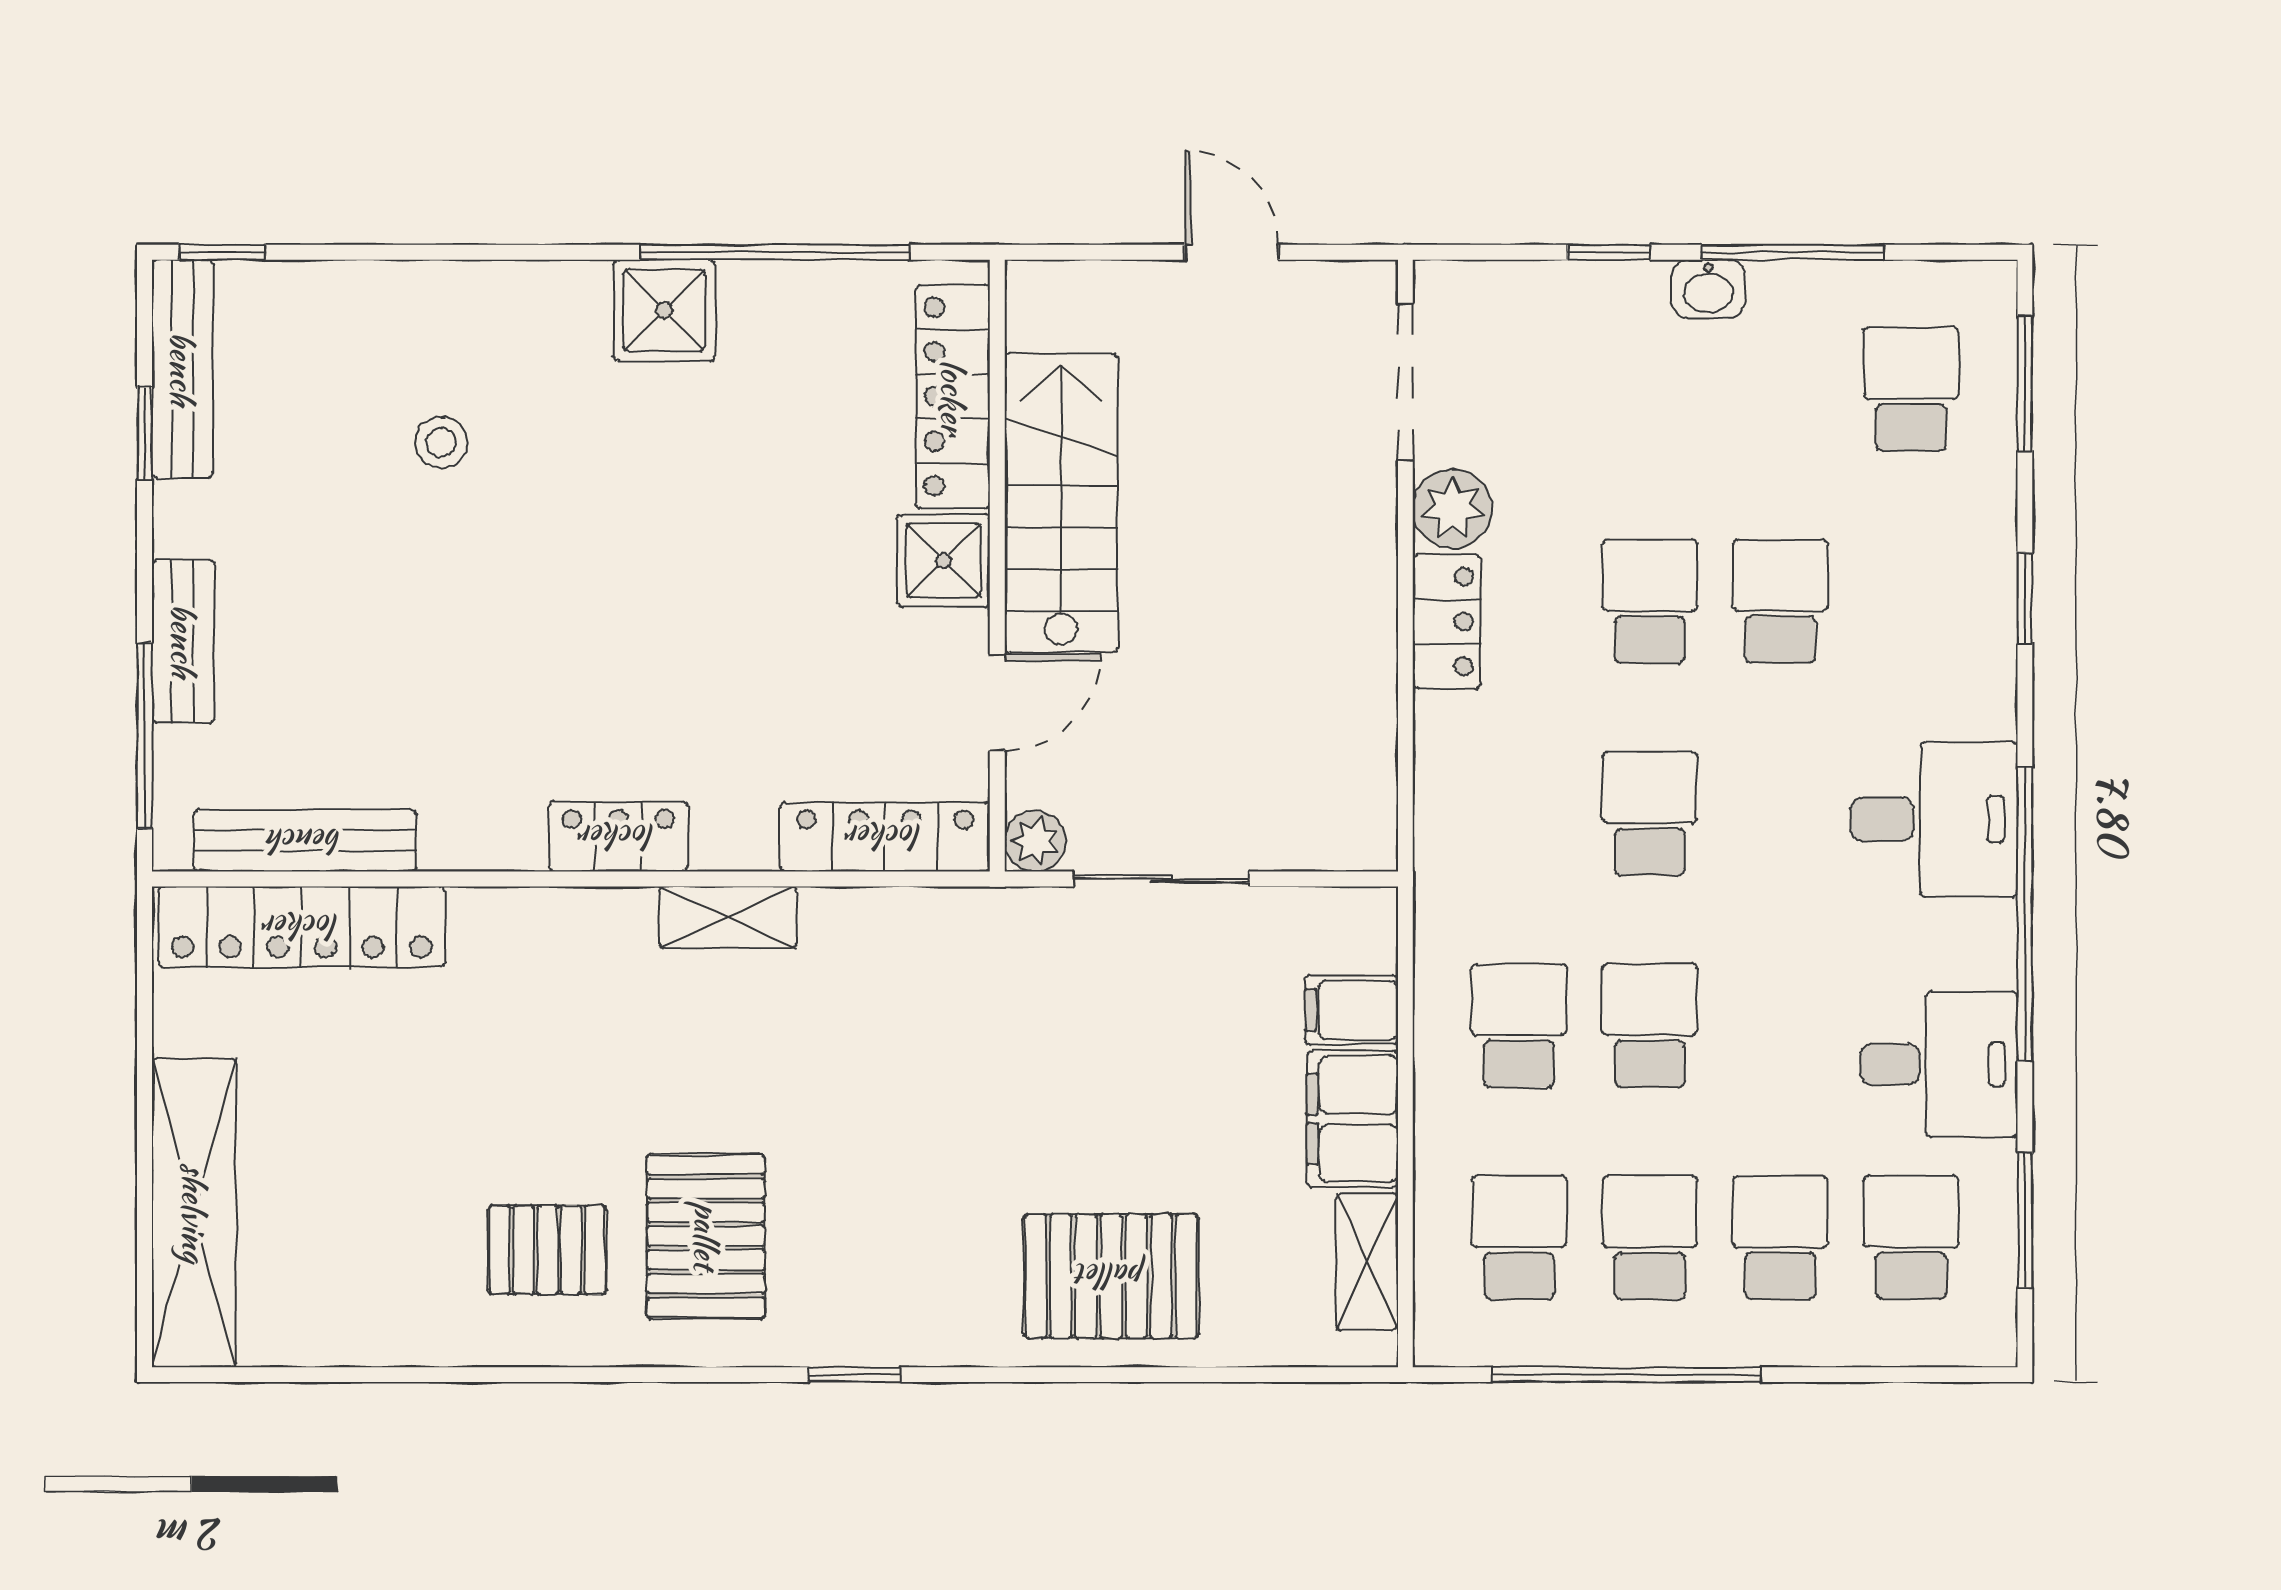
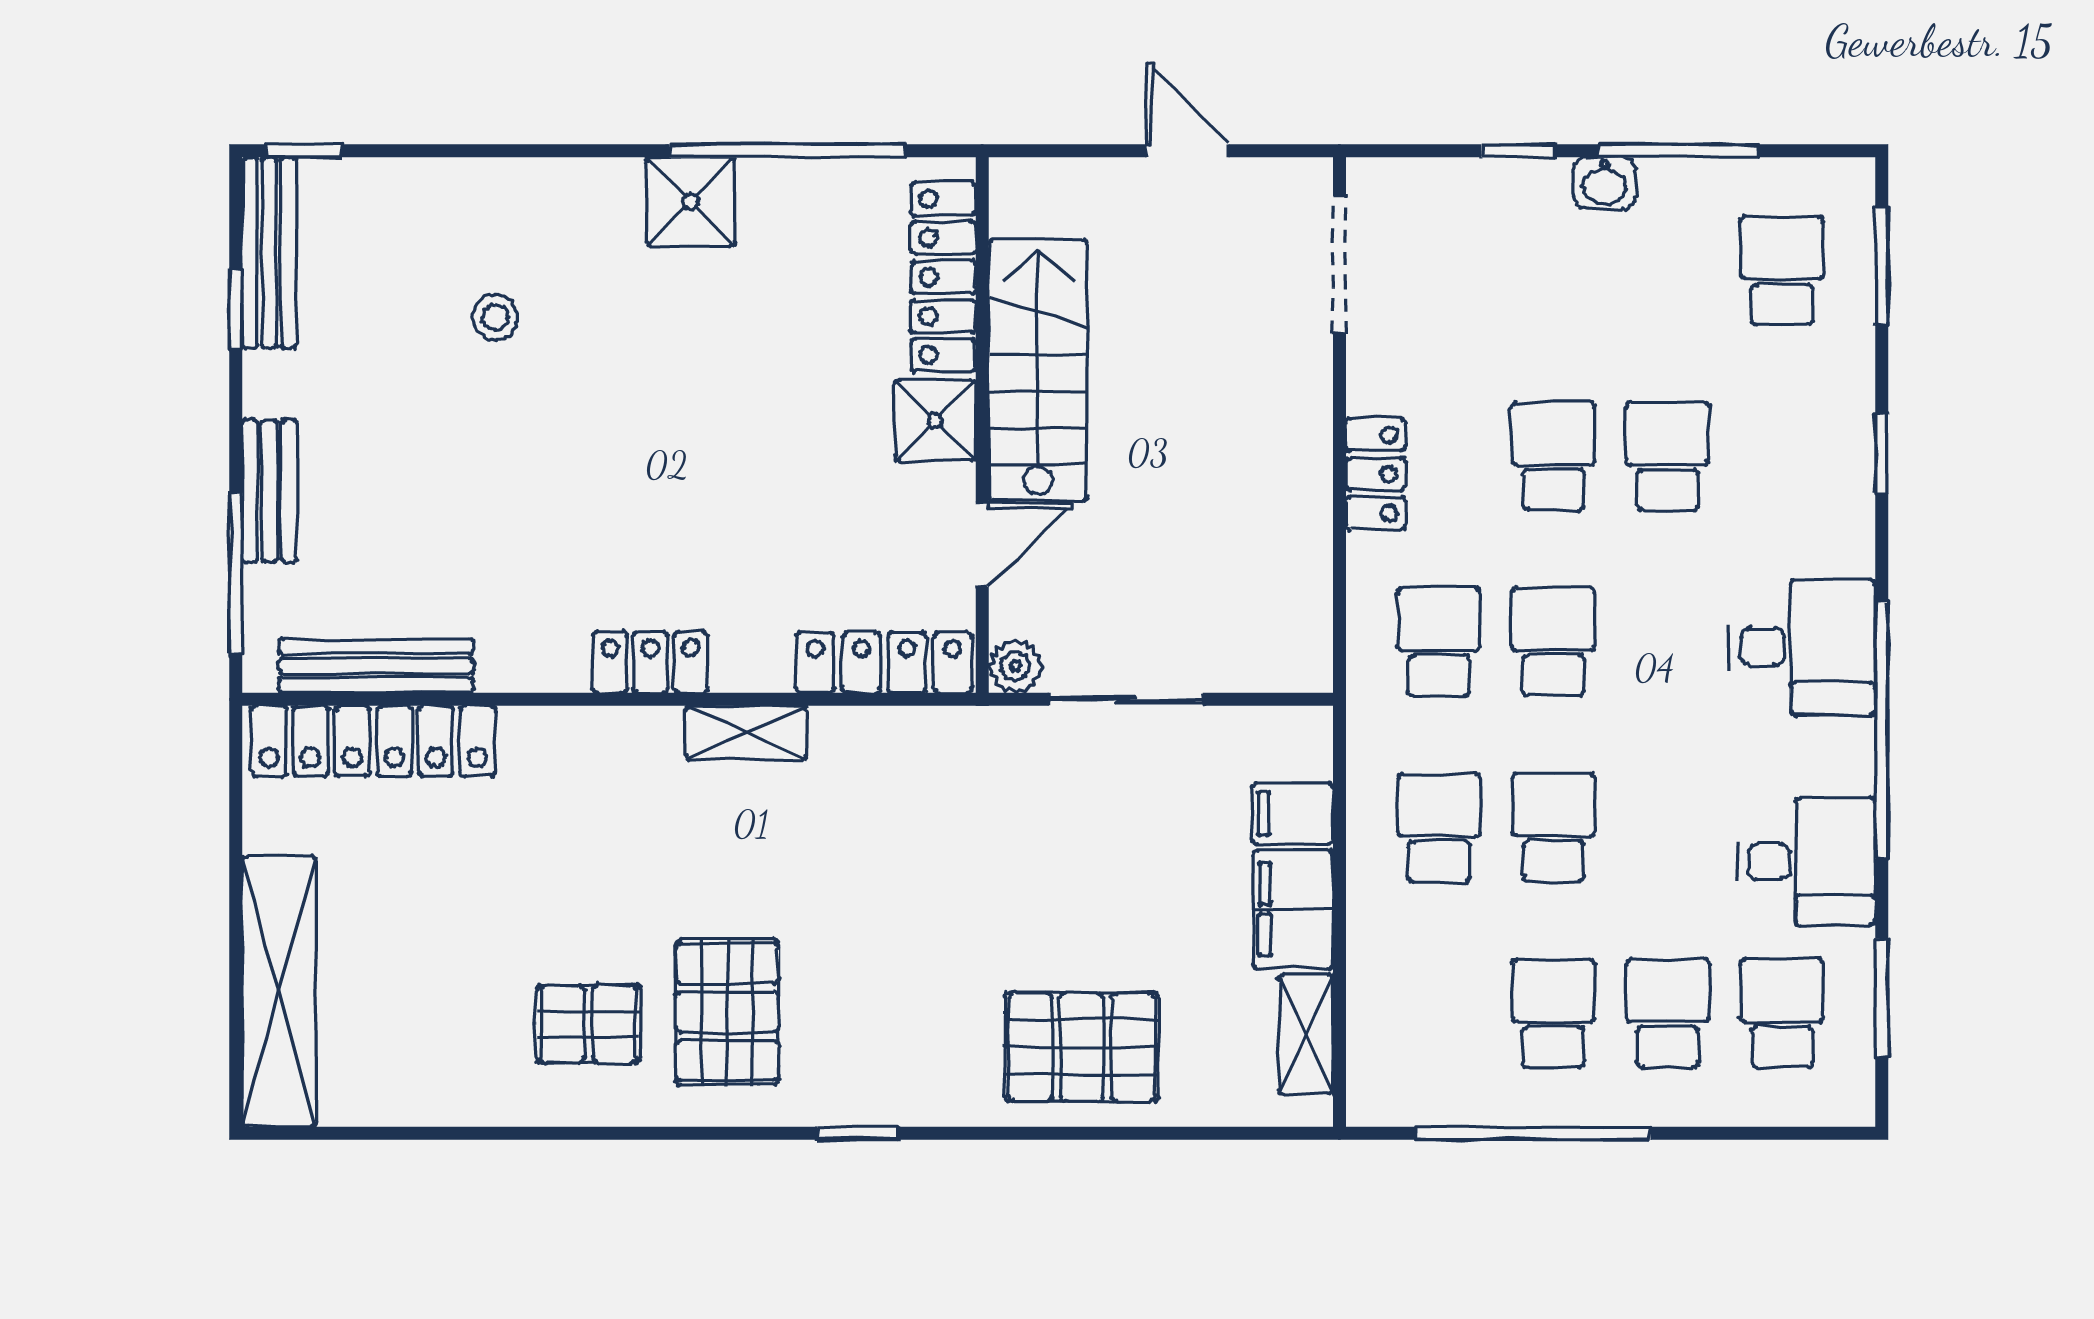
plant: (1452, 509) -> (1380, 375), removed
school desk: (1519, 1238) -> (1439, 642), moved

